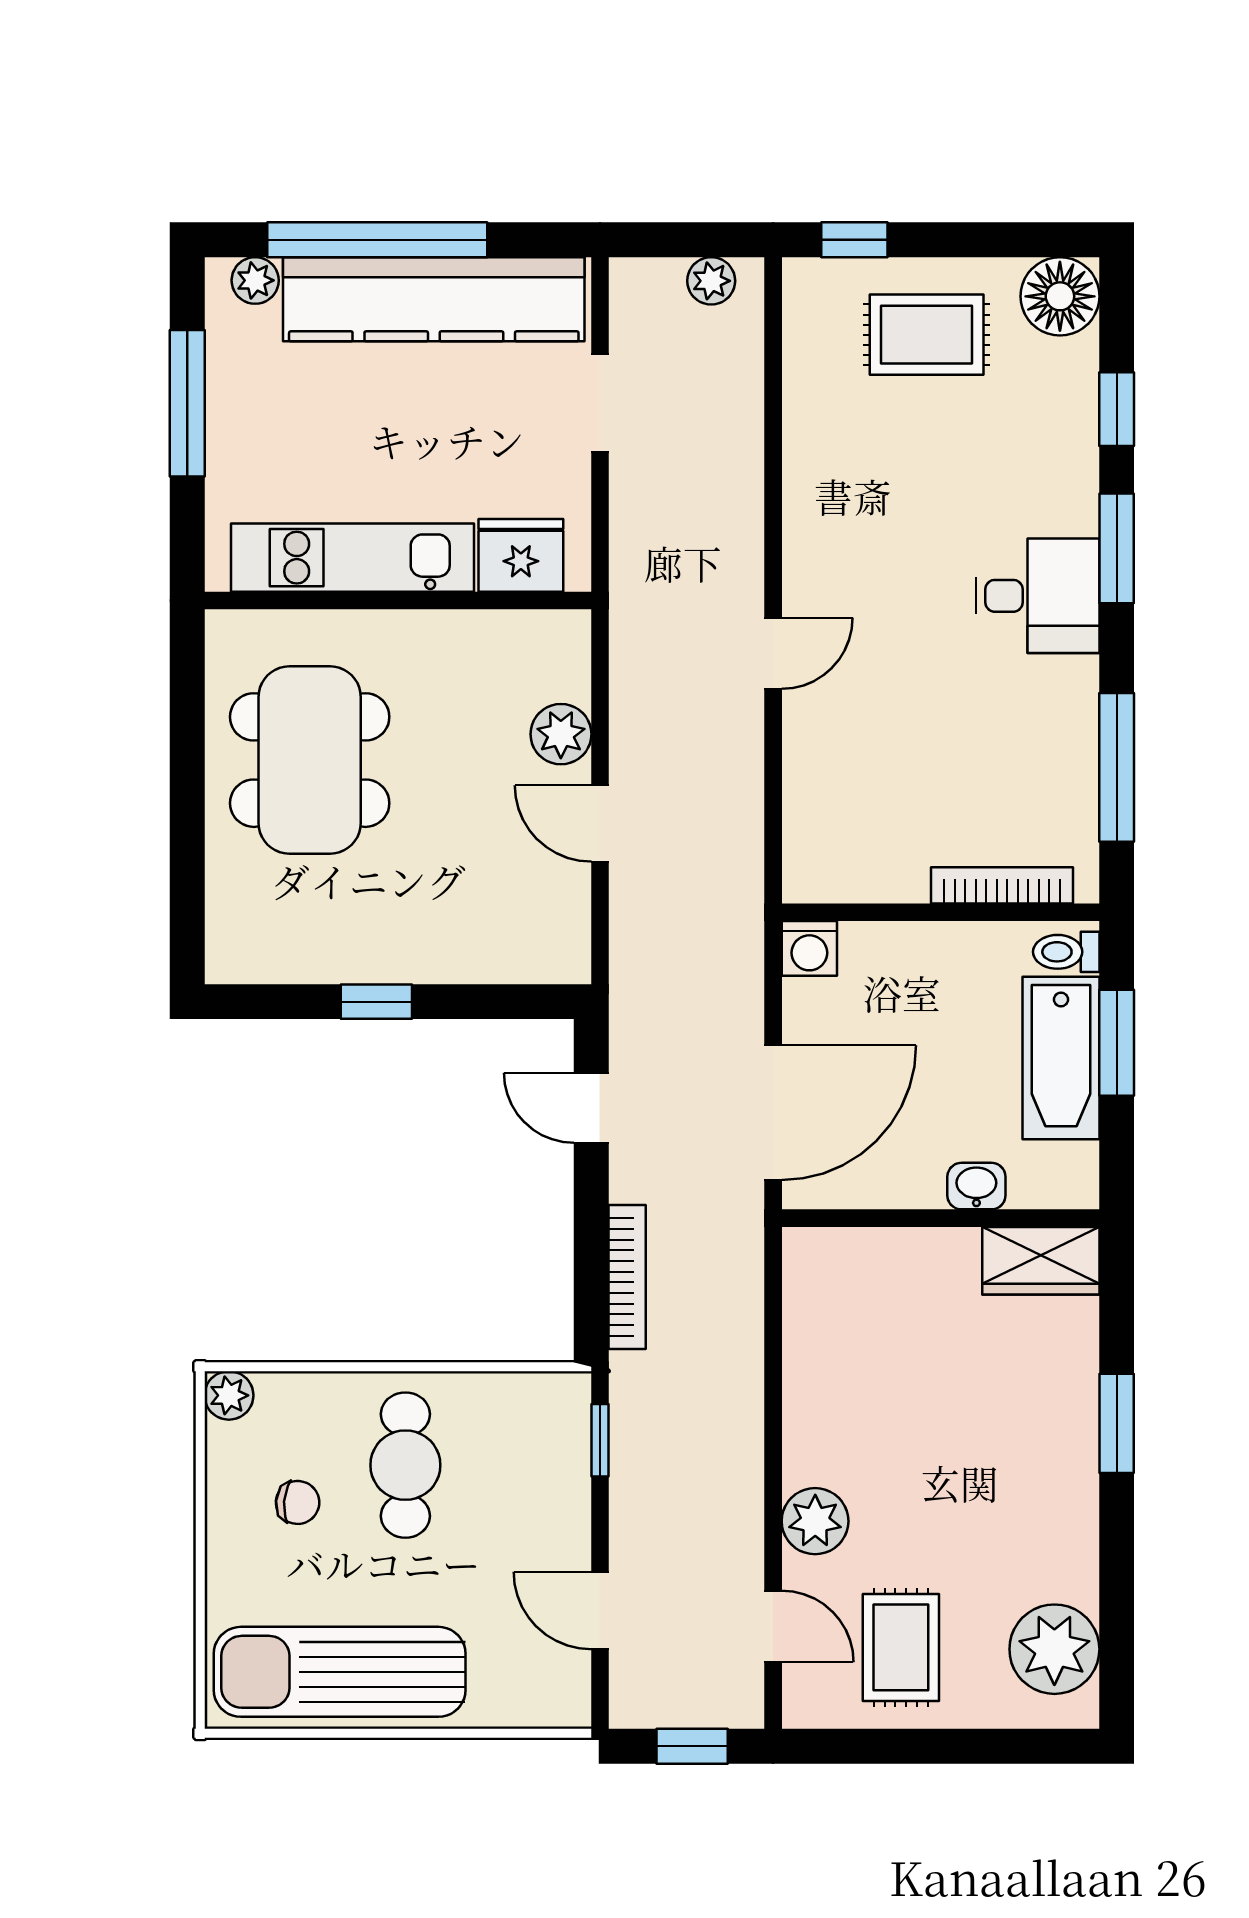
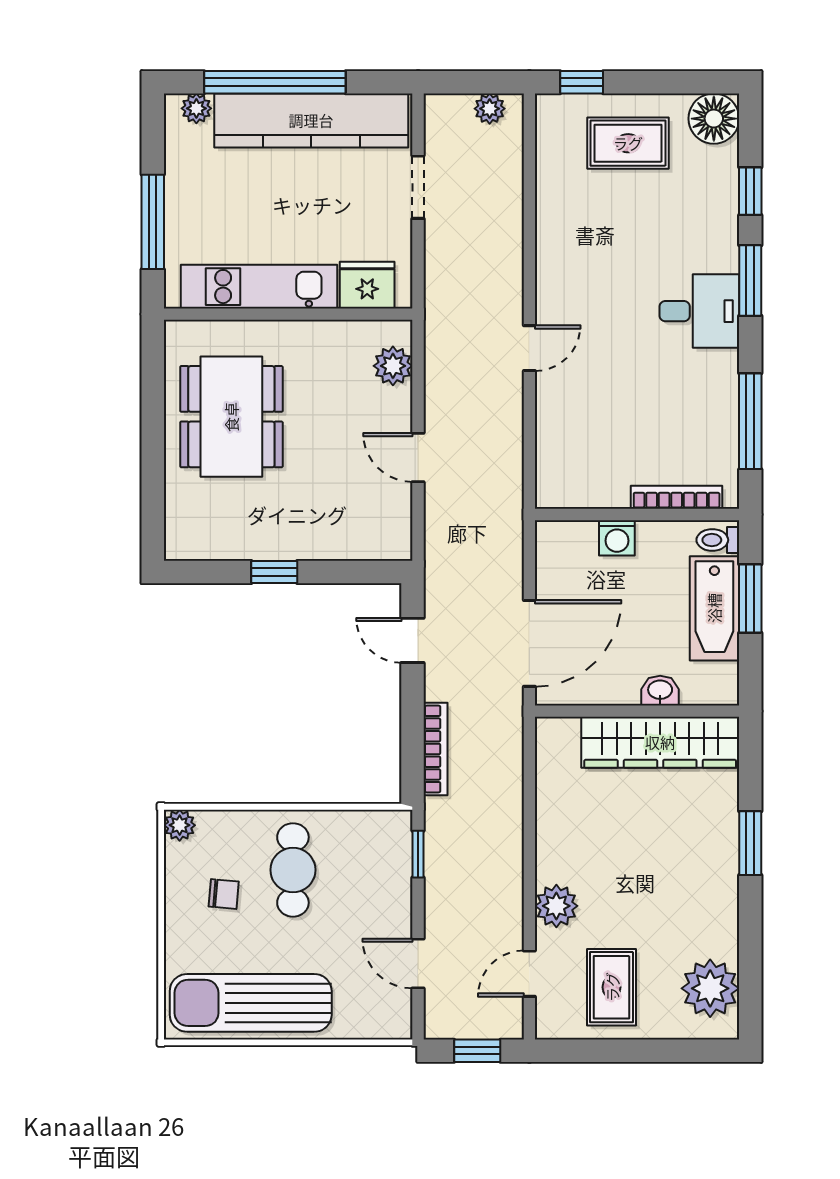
window: (187, 403) -> (153, 222), moved
plant: (561, 734) -> (393, 366), moved
washing machine: (809, 948) -> (617, 538), moved
wardrobe: (1041, 1261) -> (660, 742), width x2.10, depth x1.17
door: (773, 1626) -> (529, 974), swing flipped

